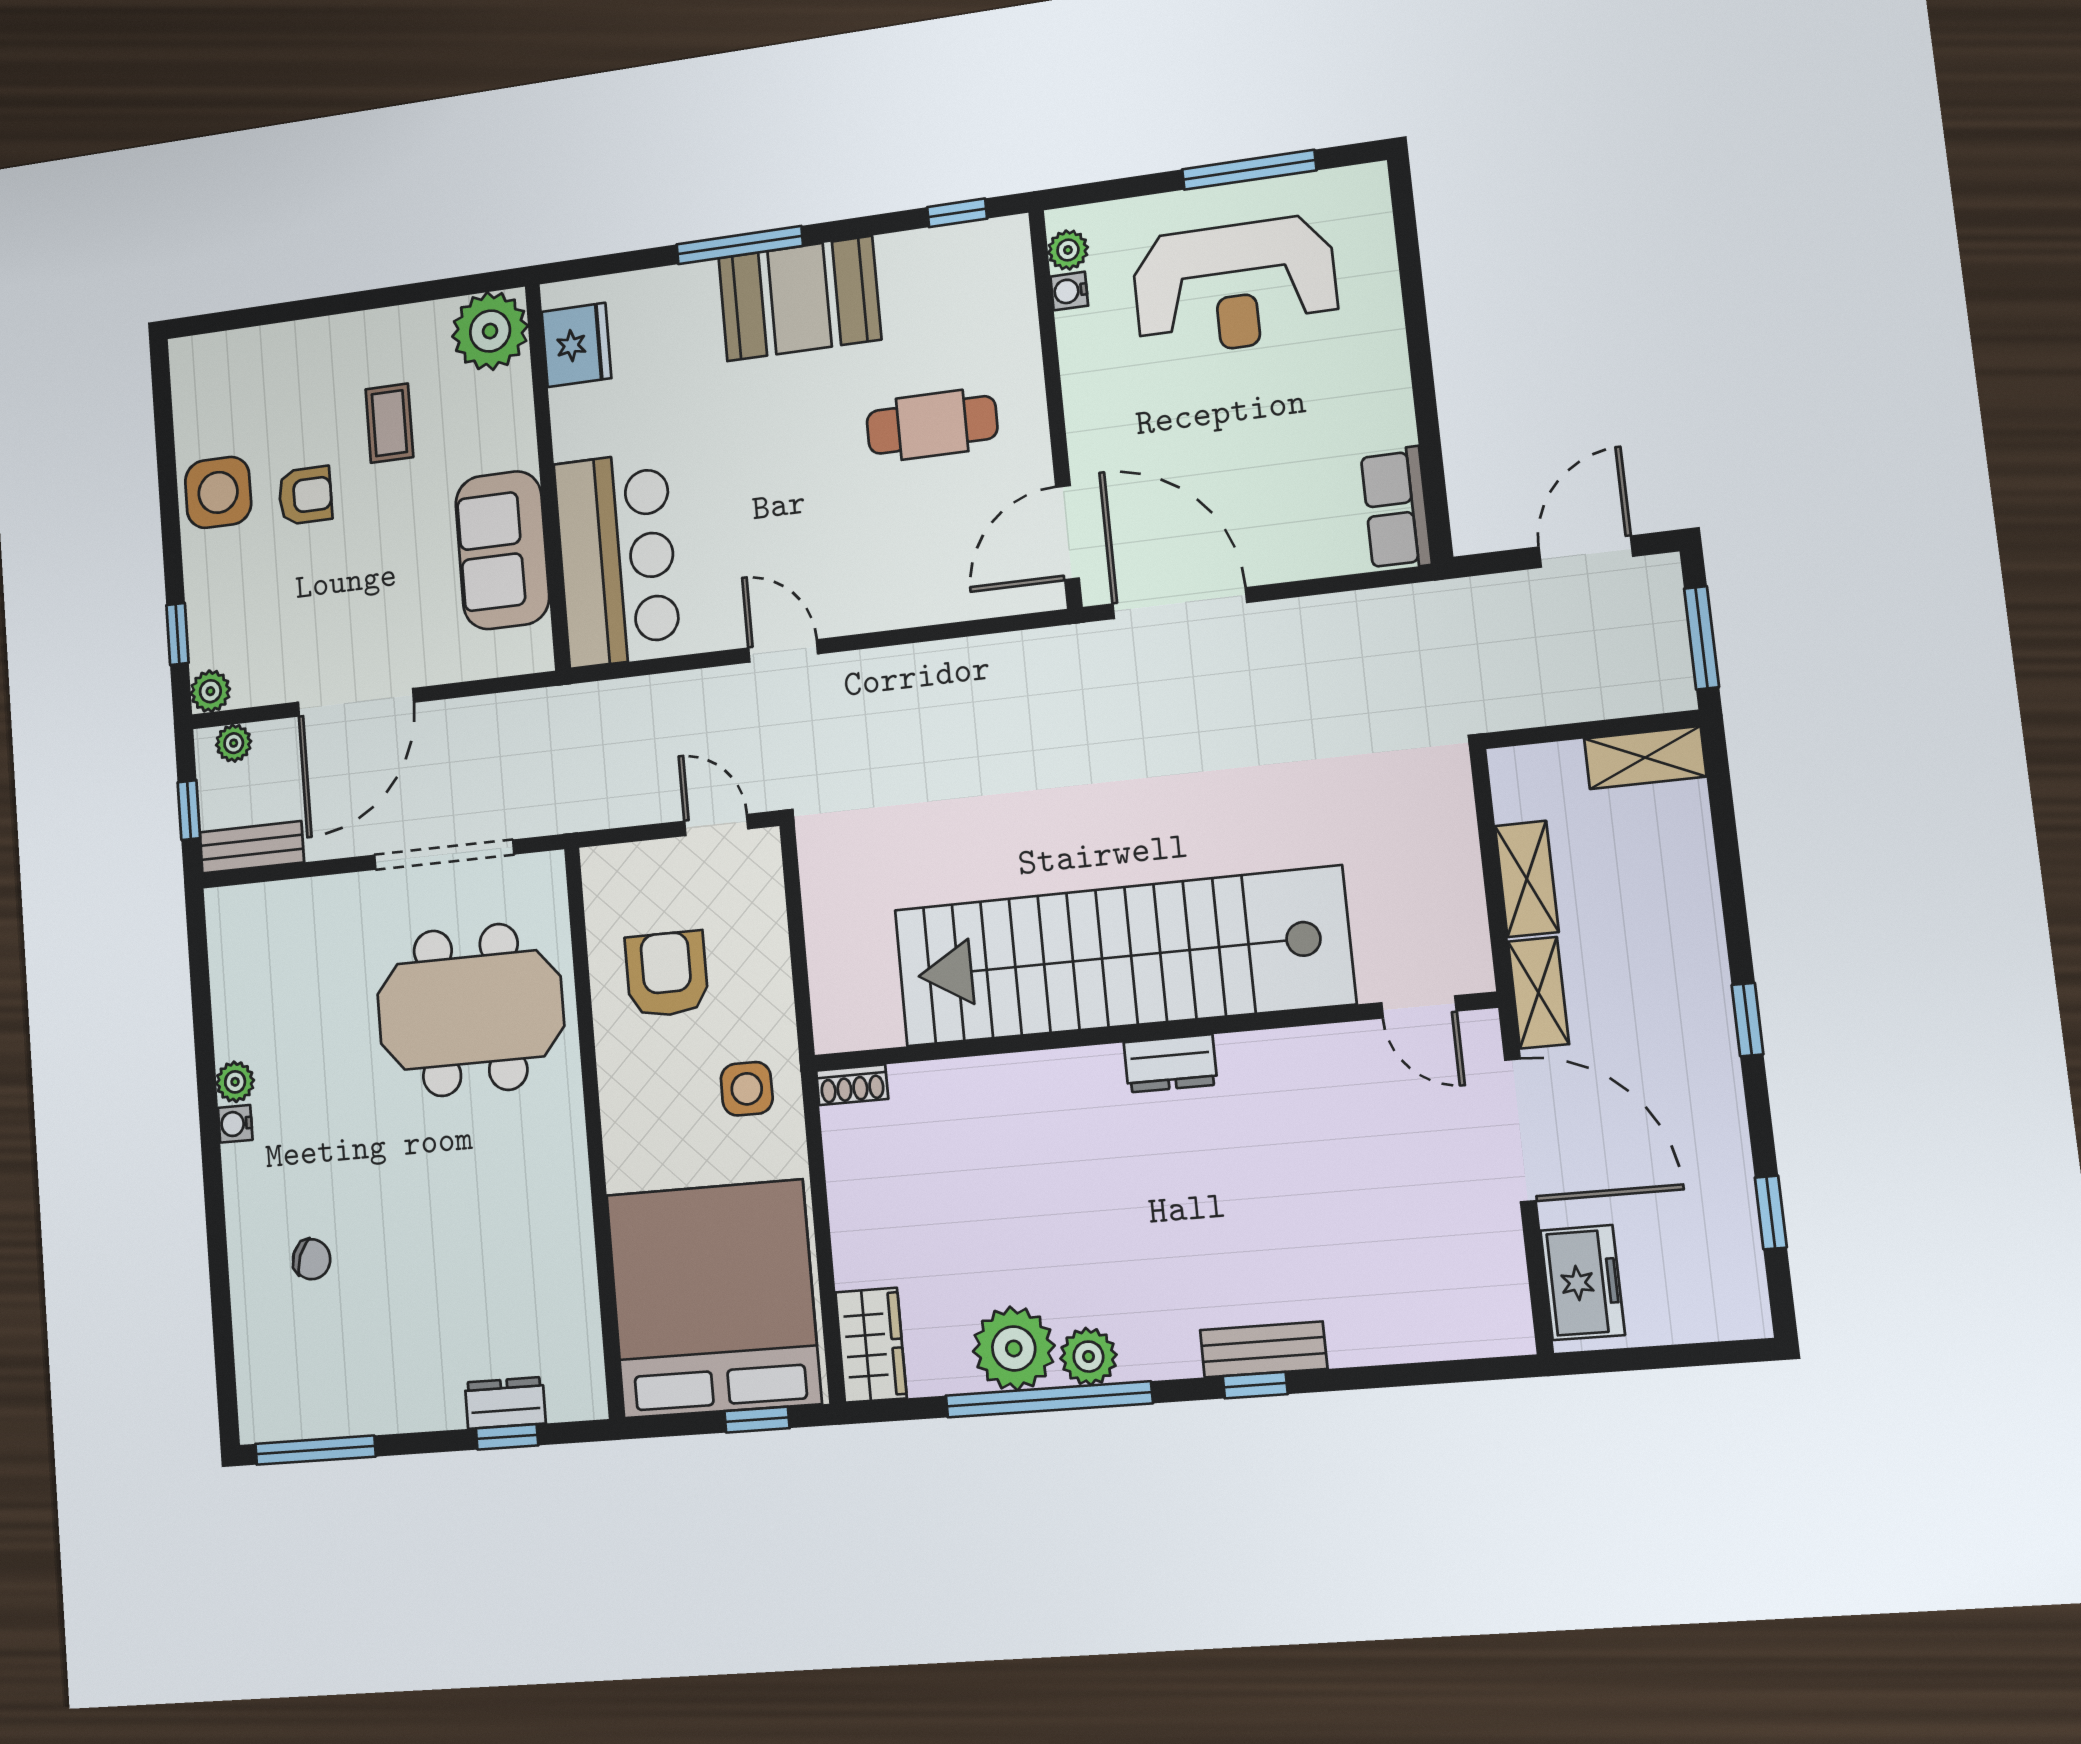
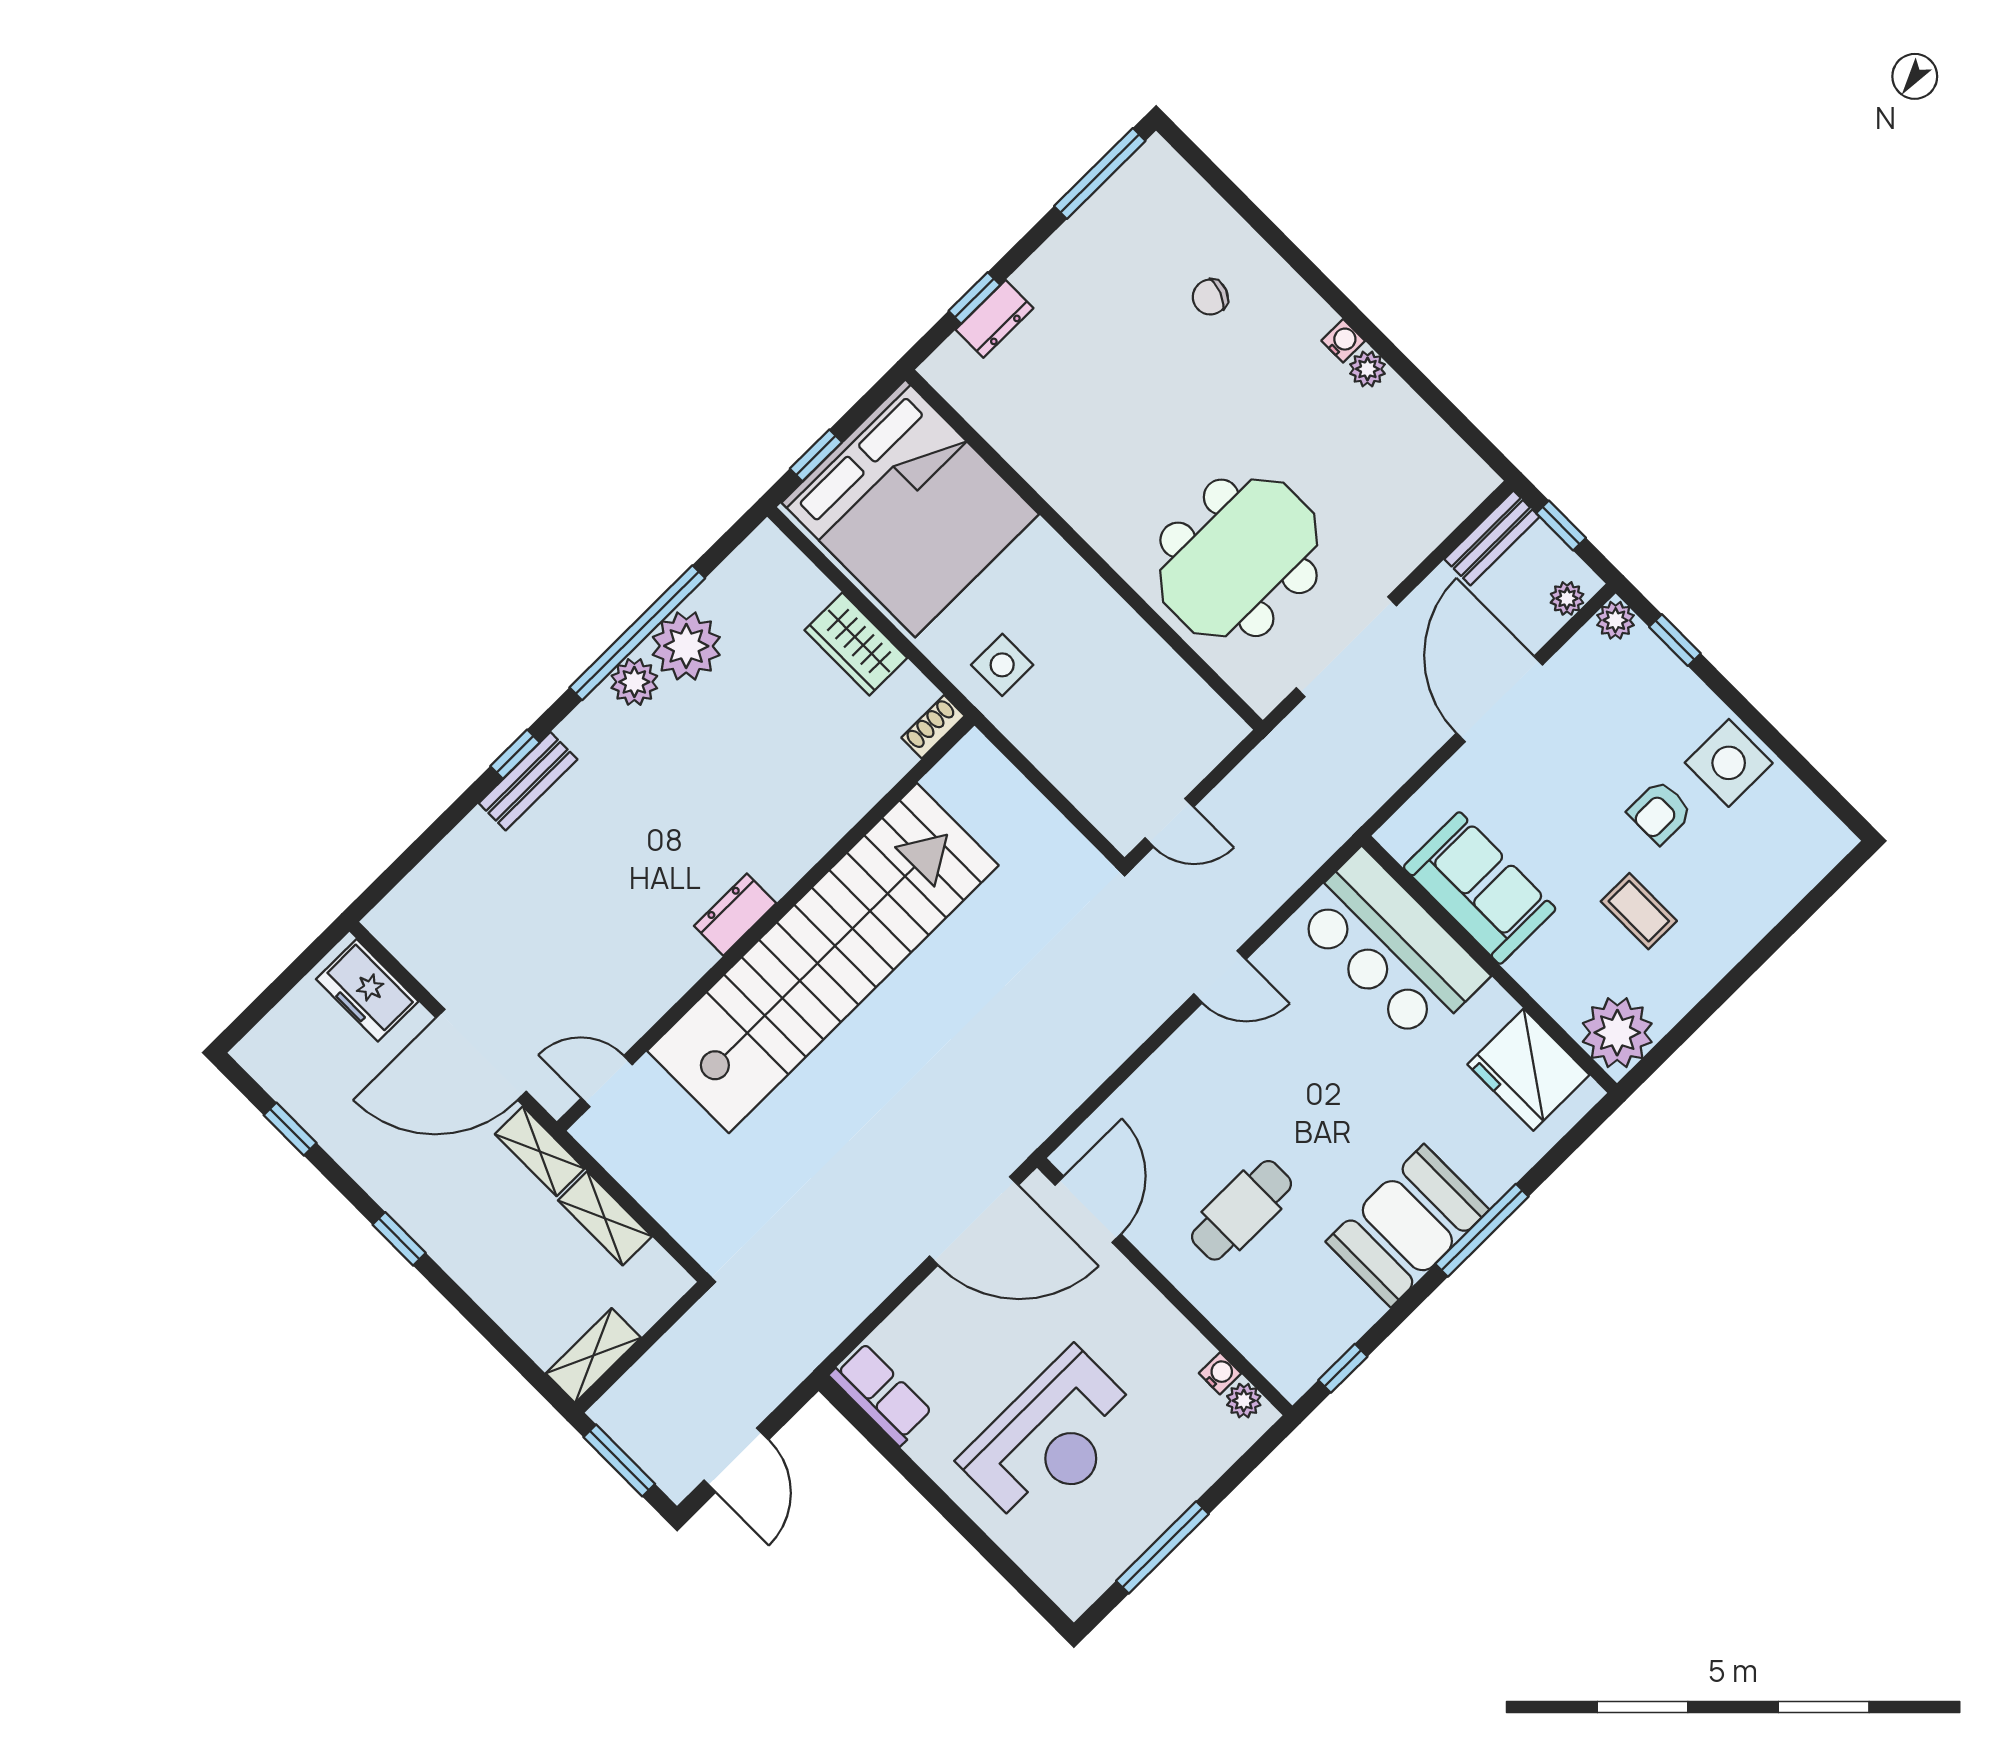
reception desk: (1235, 286) -> (1051, 1439), moved, turned 180
fridge: (576, 345) -> (1528, 1070), width x1.36, depth x1.34
armchair: (667, 974) -> (1121, 695), removed
wardrobe: (871, 1345) -> (856, 644), moved

